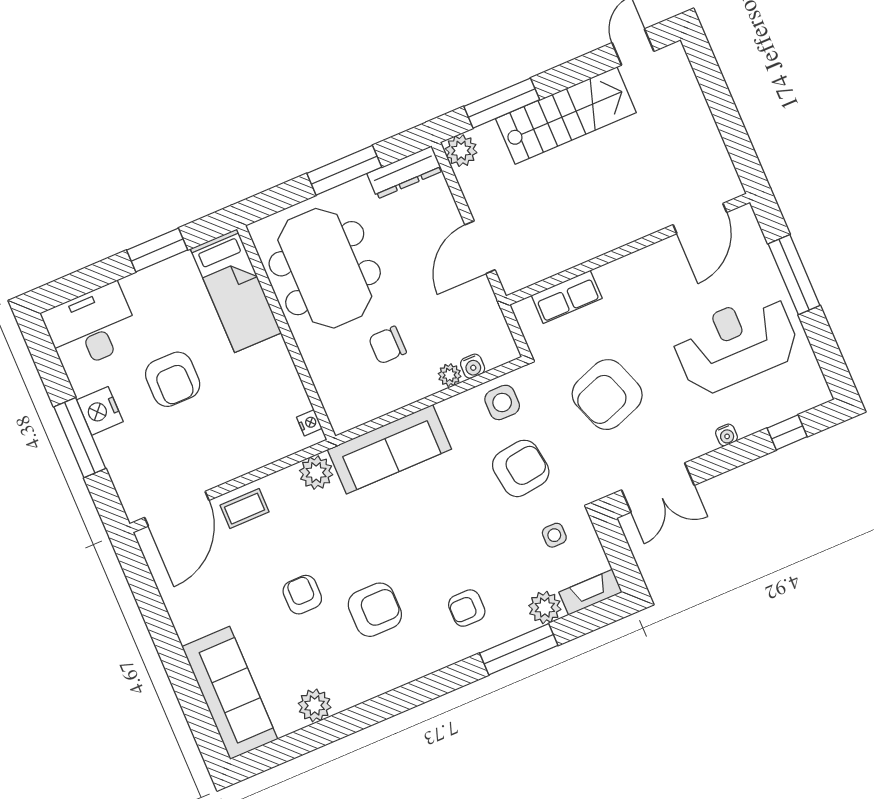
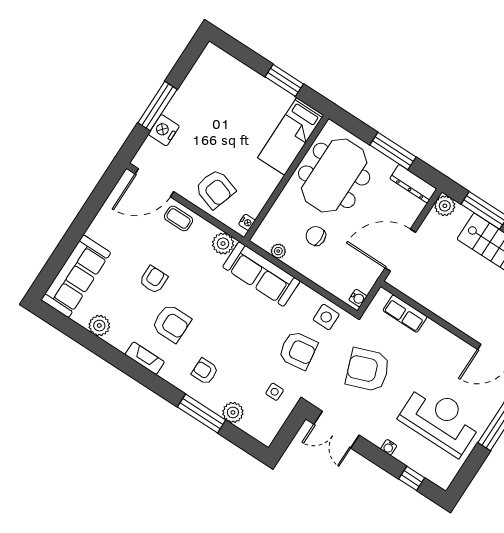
door: (480, 247) -> (400, 250), width x1.36
desk: (91, 327) -> (220, 73), removed
water cooler: (473, 366) -> (358, 298), moved, turned -90
plant: (450, 375) -> (278, 251), moved
armchair: (173, 379) -> (215, 189), moved, turned -72
nightstand: (100, 411) -> (164, 130), moved
fireplace: (591, 592) -> (145, 358), moved

